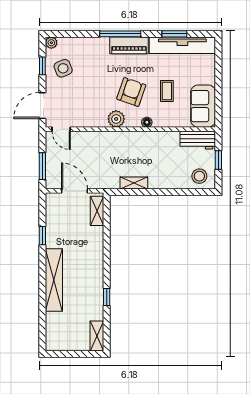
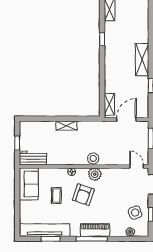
plant: (51, 43) -> (130, 232), moved
piano: (129, 45) -> (95, 230), moved
stool: (199, 176) -> (93, 158), moved
shelving: (134, 183) -> (67, 126), moved
door: (75, 191) -> (126, 120), swing flipped
shelving: (54, 280) -> (142, 60), width x0.68

